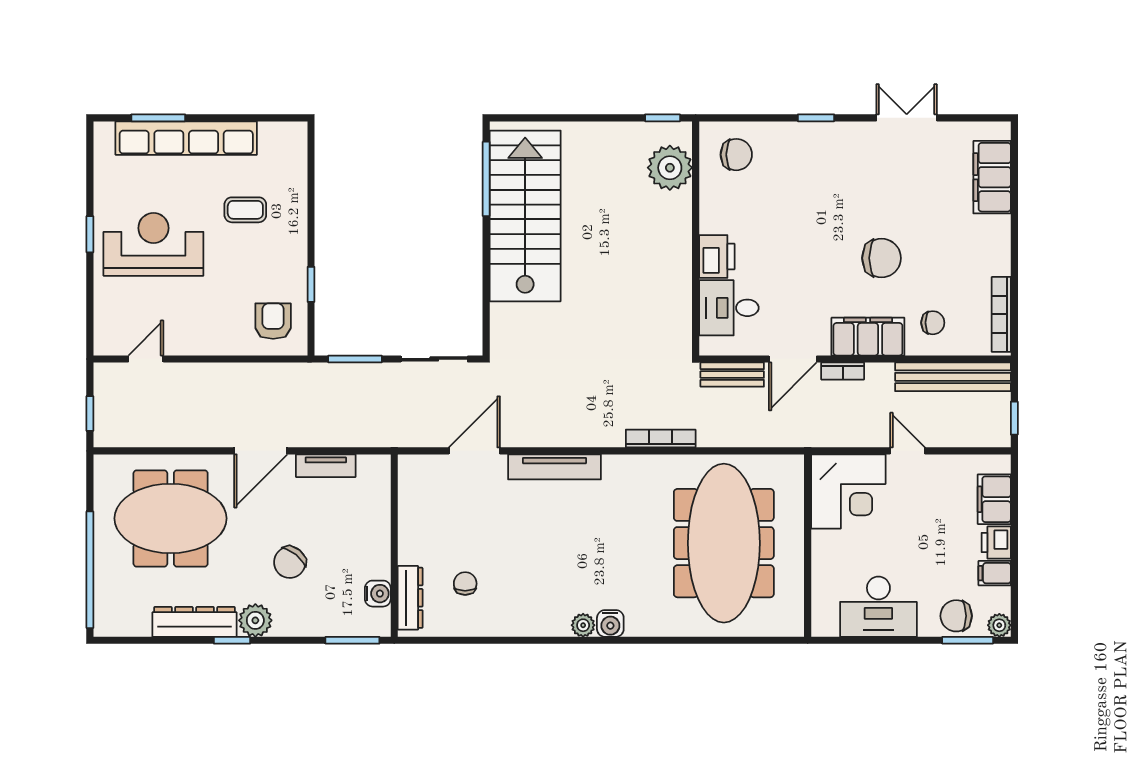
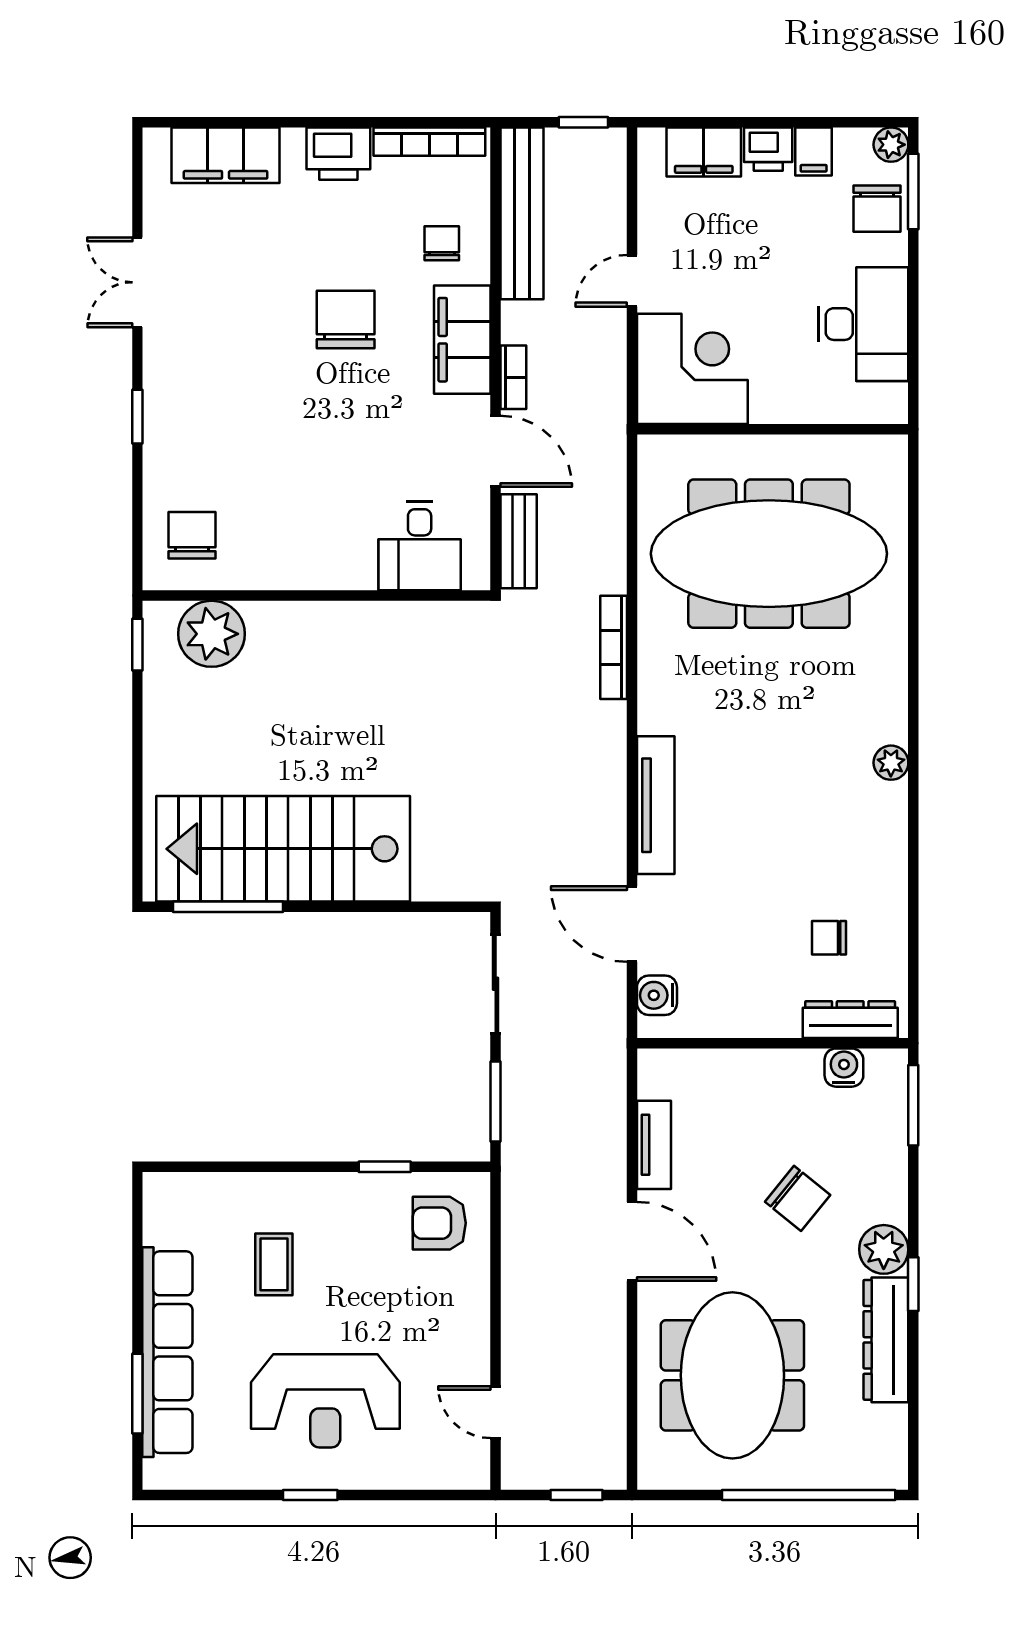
reception desk: (153, 244) -> (325, 1401), turned -90
printer: (717, 257) -> (338, 154), moved, turned 180
water cooler: (610, 623) -> (657, 995), moved, turned 180

